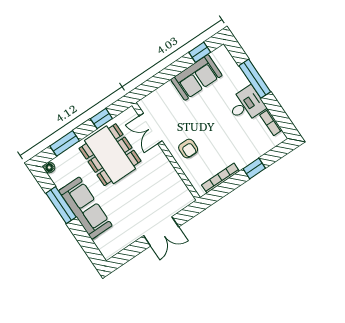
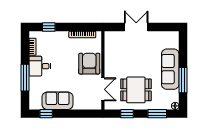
armchair: (188, 148) -> (89, 64), width x1.88, depth x1.88
dining table: (110, 155) -> (136, 90), width x0.73
window: (254, 168) -> (49, 27), moved

